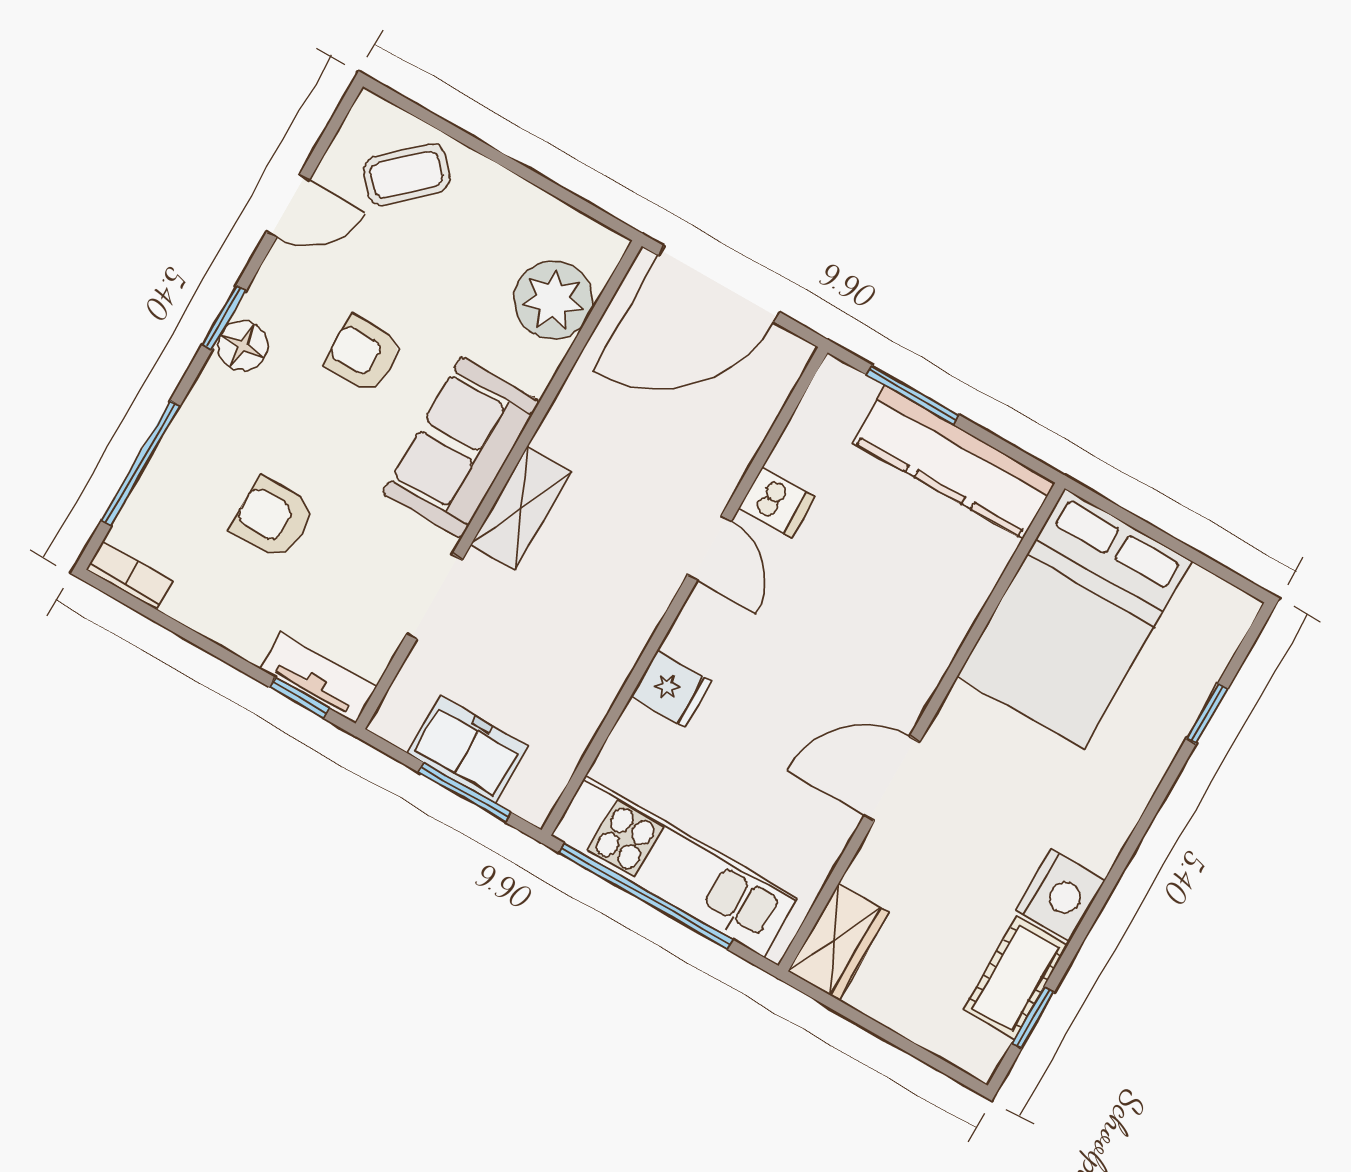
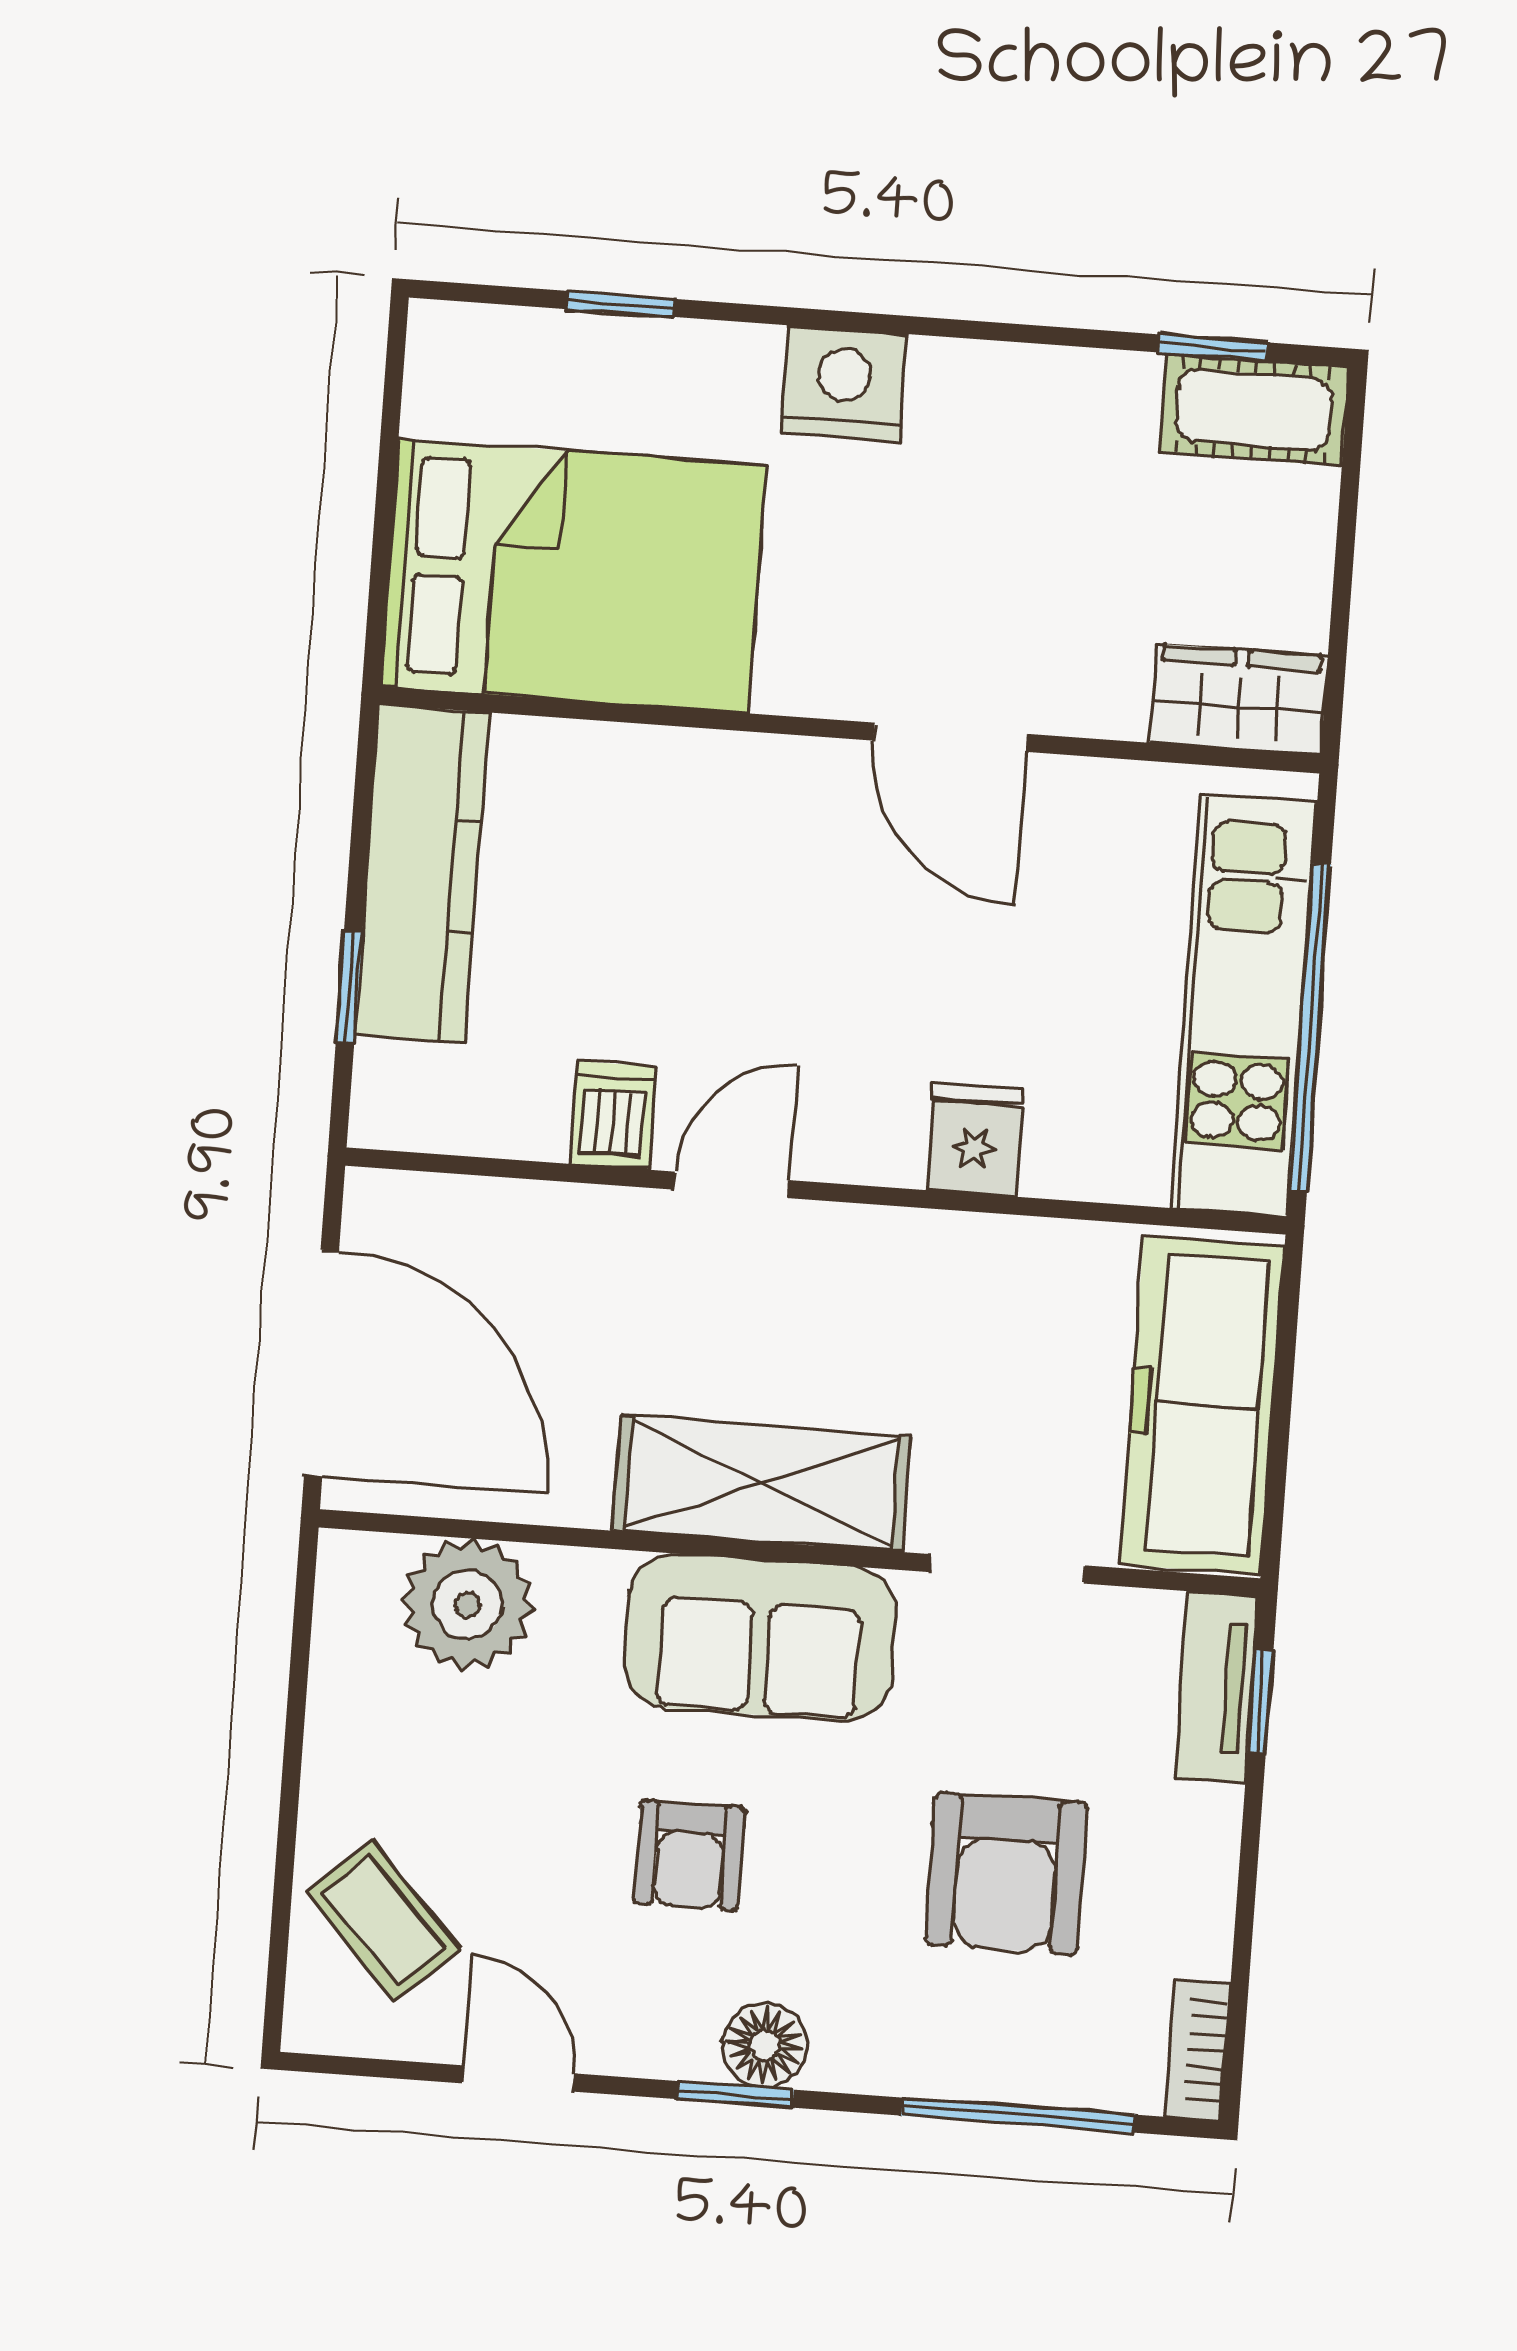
window: (913, 395) -> (349, 987), width x0.67
shelving: (521, 508) -> (762, 1483), width x1.50, depth x1.33
armchair: (273, 518) -> (1006, 1873), width x1.38, depth x1.38
freezer: (468, 750) -> (1202, 1405), width x1.91, depth x1.26
window: (465, 792) -> (1284, 1380), removed
nightstand: (1060, 895) -> (844, 383), moved
cot: (1016, 978) -> (1254, 410), moved

